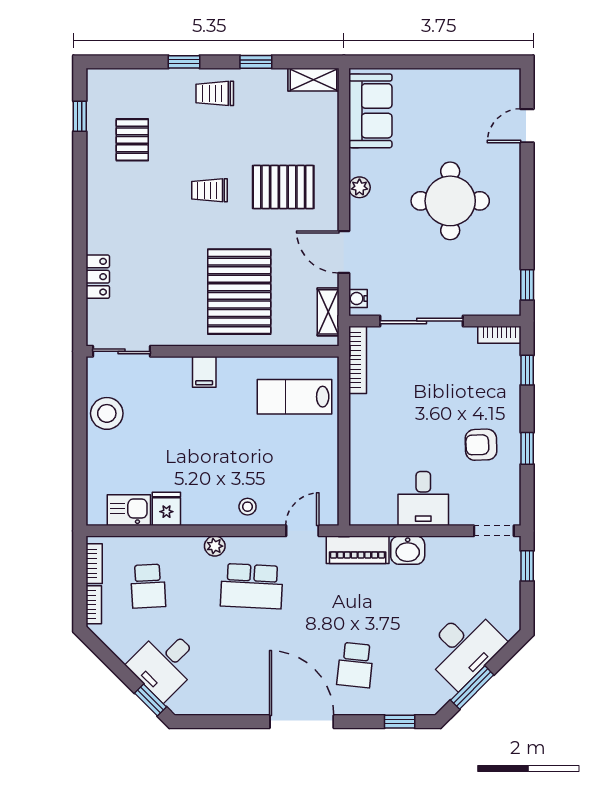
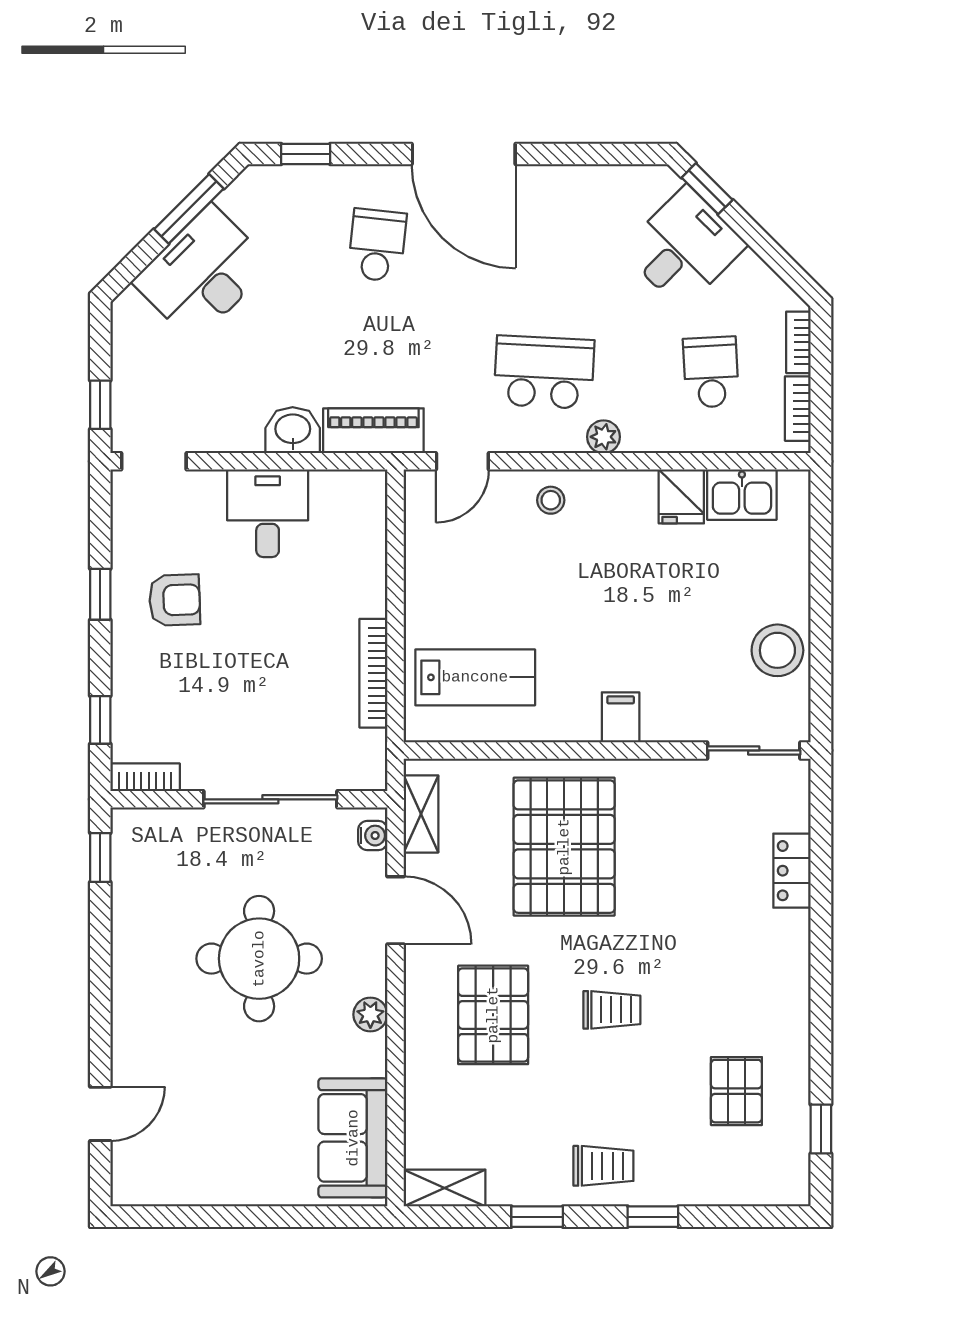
pallet: (283, 187) -> (493, 1015), turned 90
round table: (450, 201) -> (259, 959), moved
bookcase: (358, 360) -> (373, 673), moved

